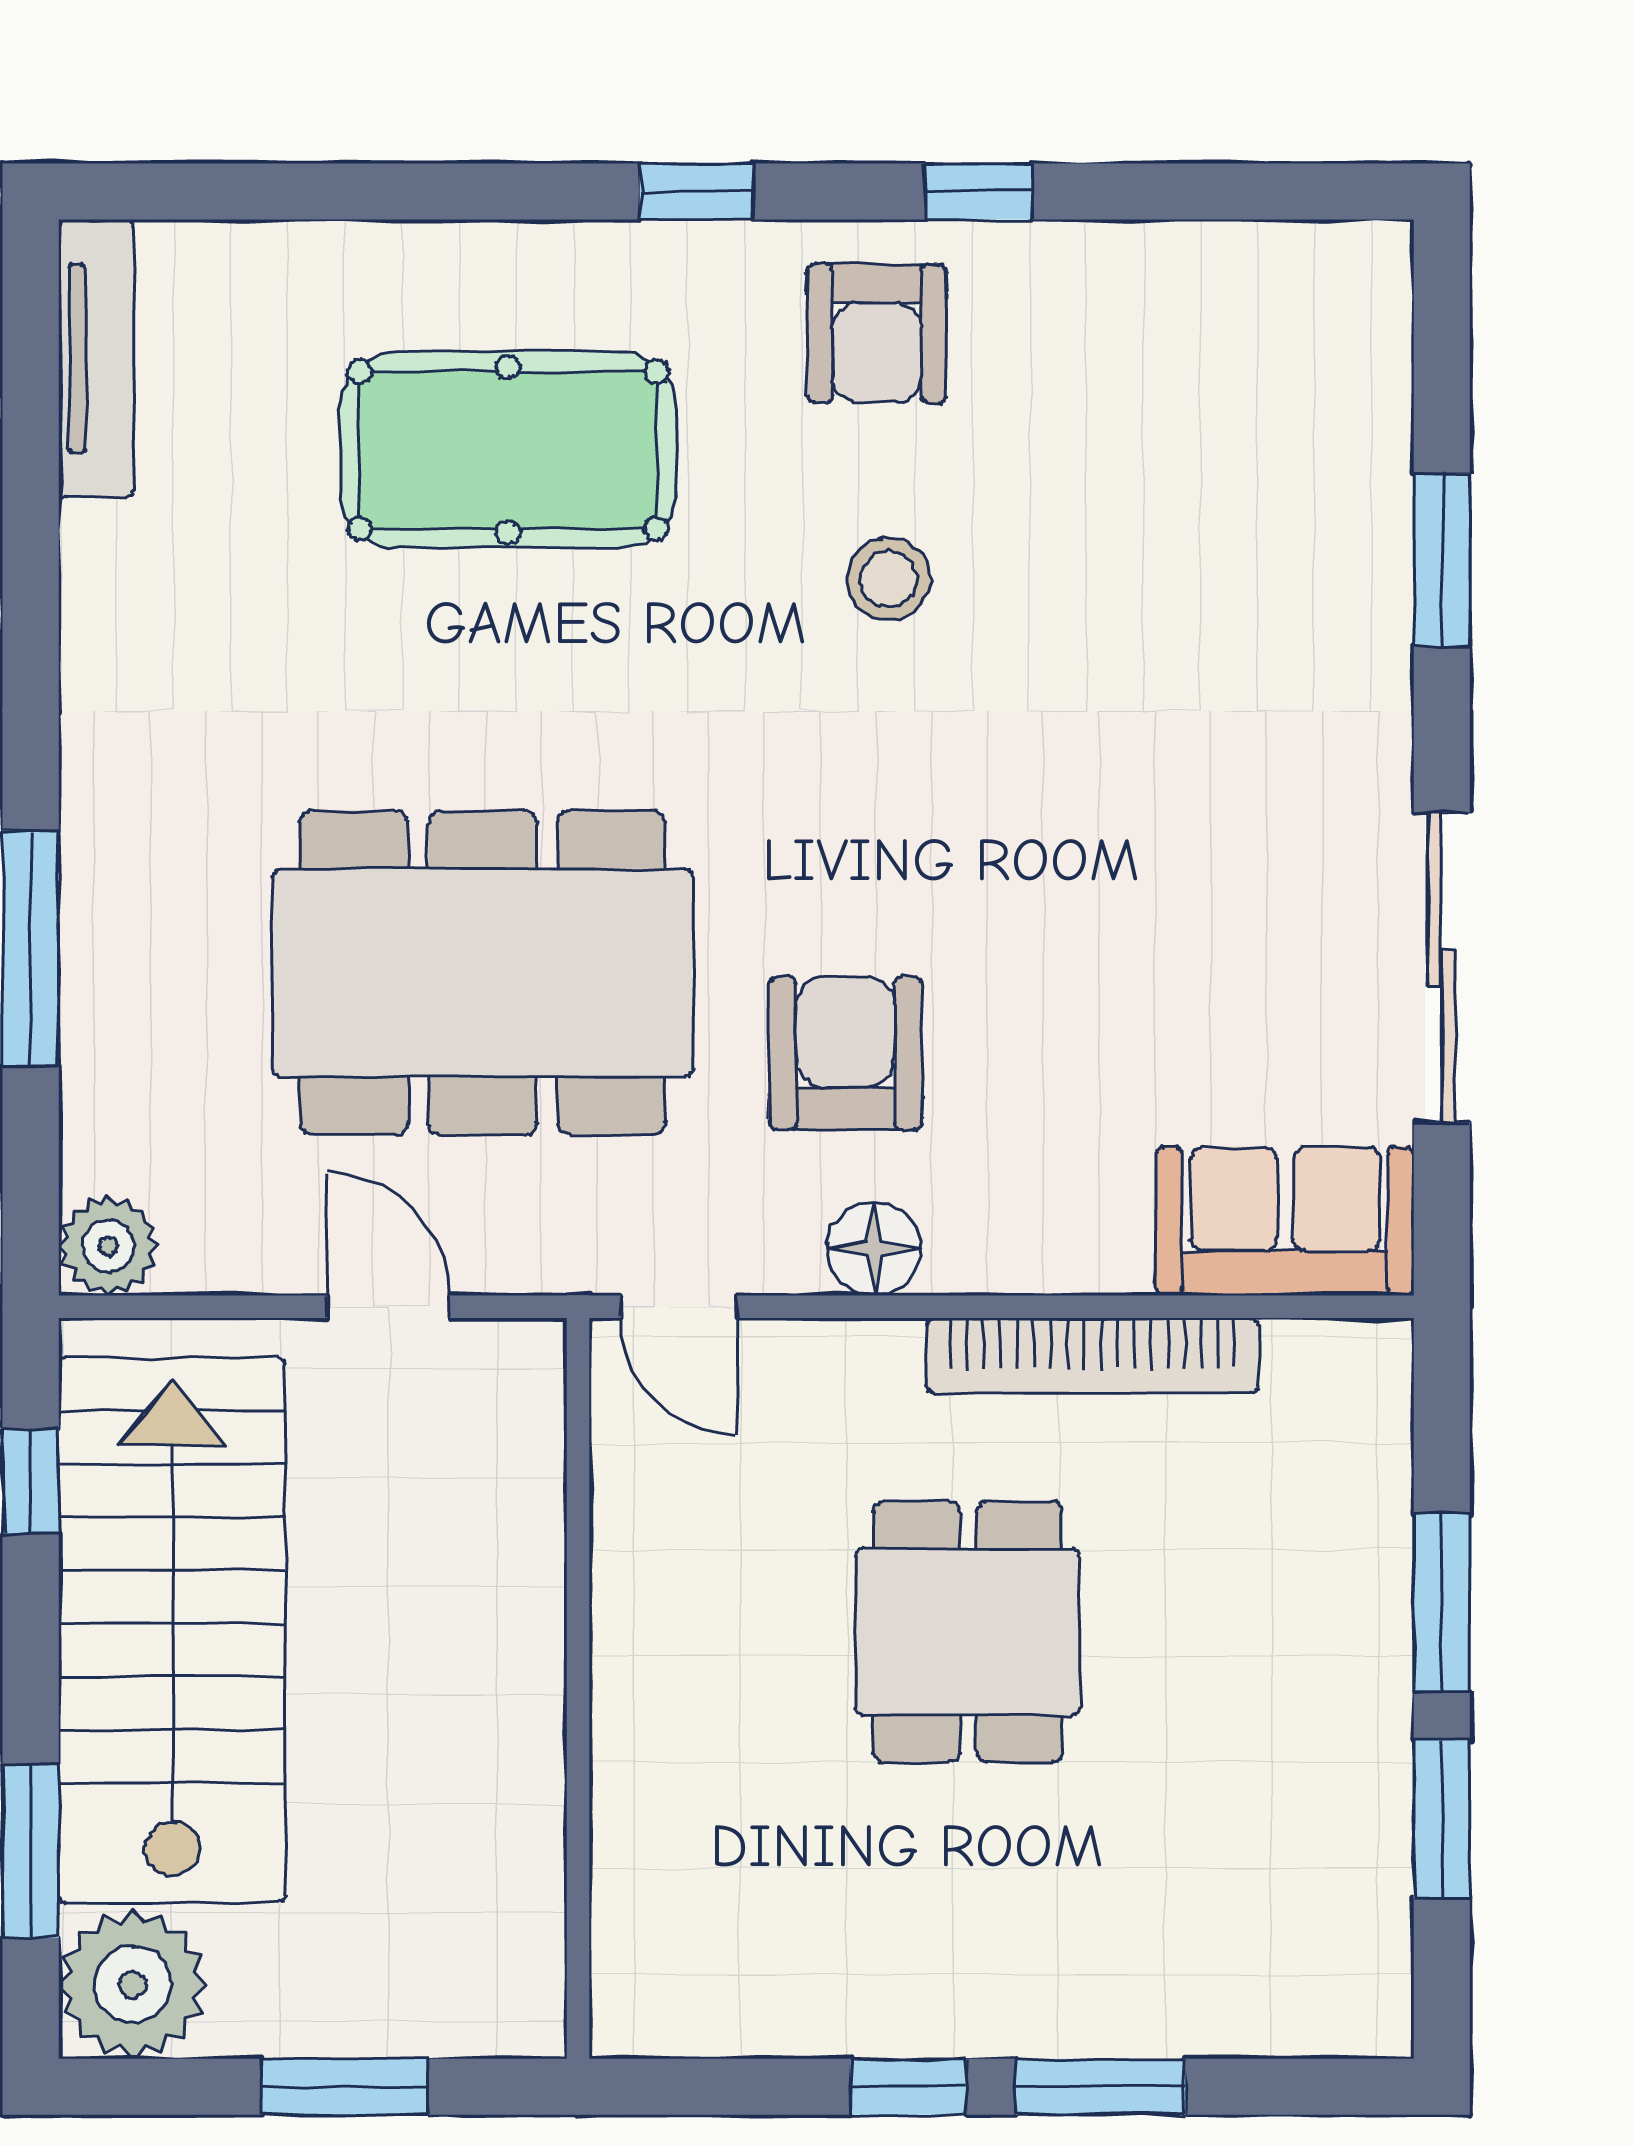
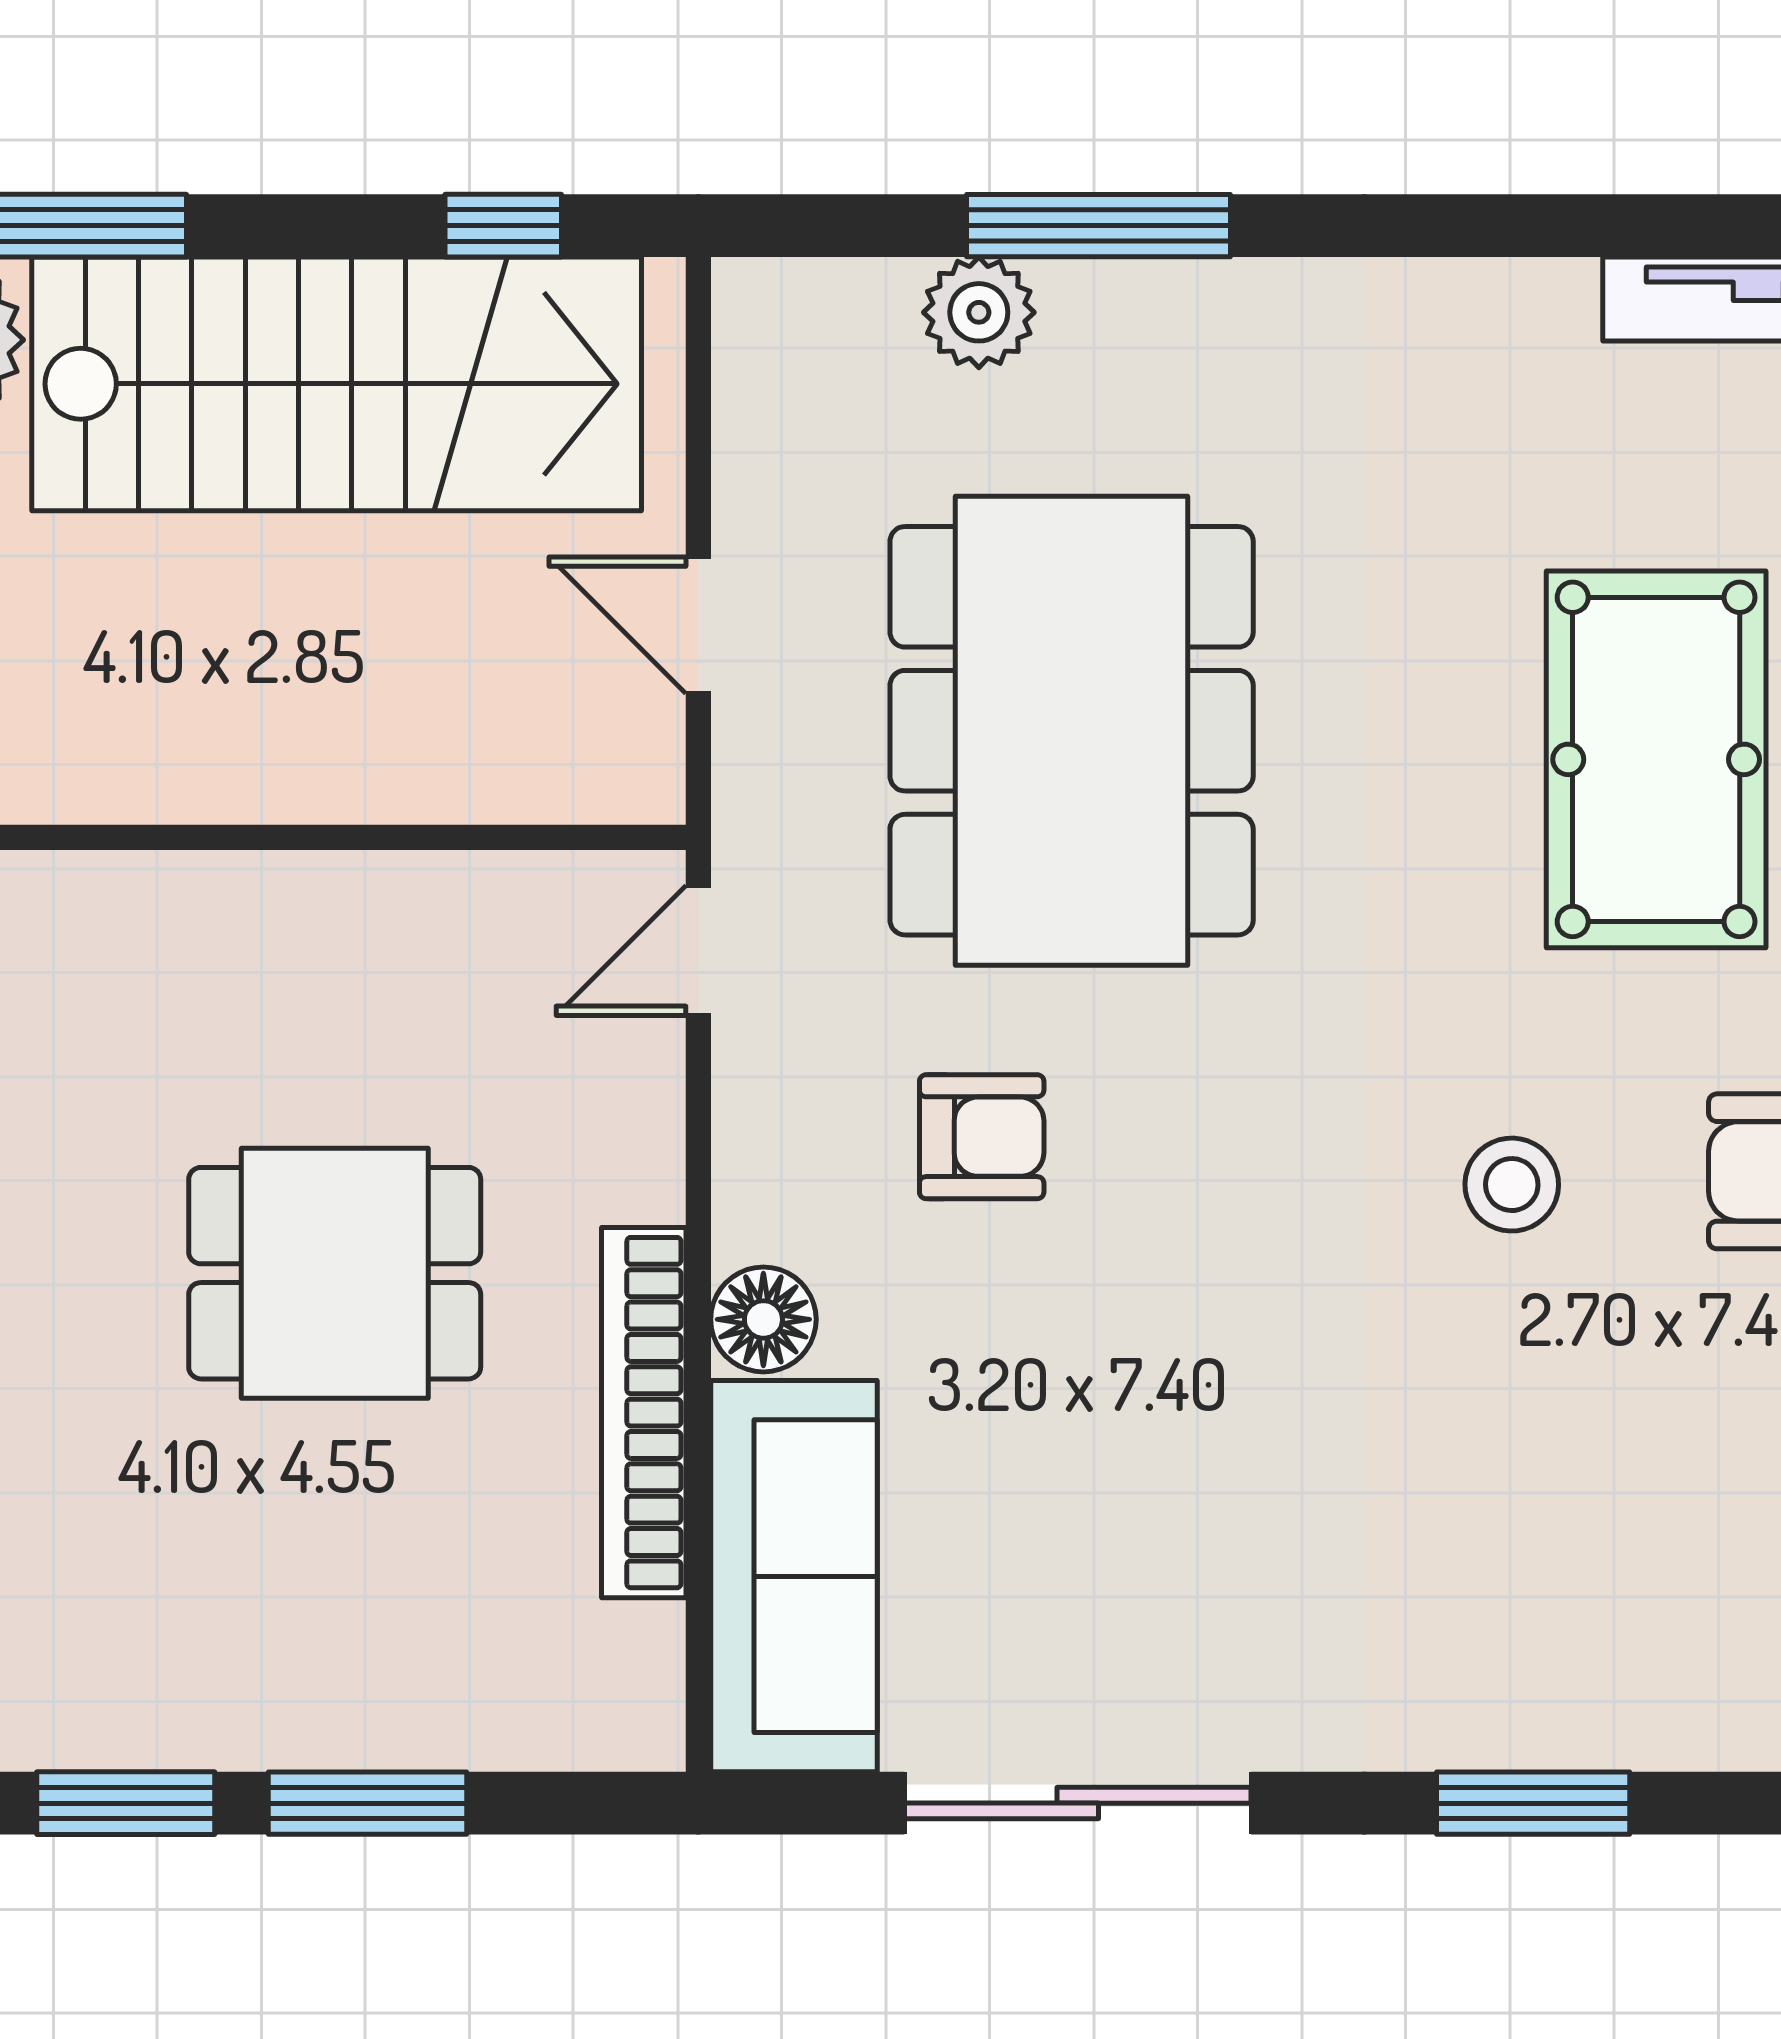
armchair: (846, 1053) -> (982, 1137), width x0.72, depth x0.72
sofa: (1285, 1221) -> (794, 1576), width x1.36
plant: (108, 1246) -> (979, 312), moved
floor lamp: (874, 1248) -> (763, 1319), moved
door: (388, 1307) -> (698, 625), swing flipped

